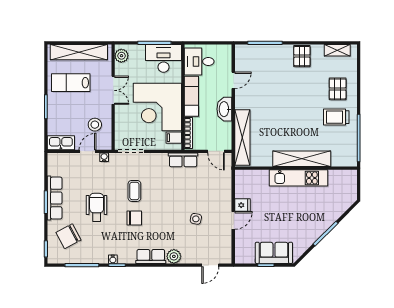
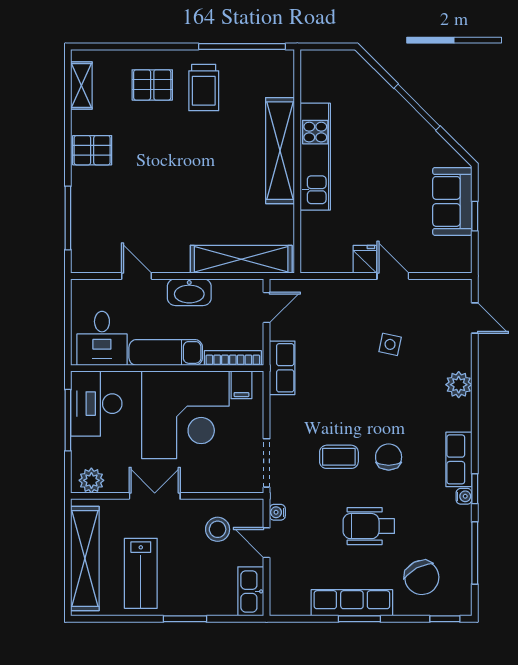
row of seats: (151, 256) -> (459, 459), moved

